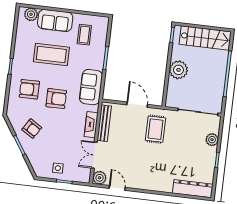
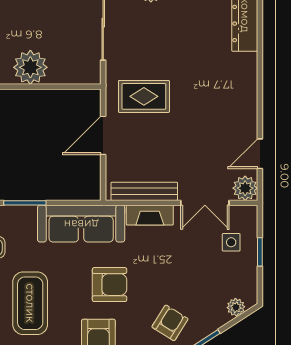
sofa: (91, 87) -> (81, 224), width x1.36
armchair: (56, 99) -> (110, 285), turned 90
plant: (36, 165) -> (236, 307), added
side table: (58, 168) -> (231, 242), moved

